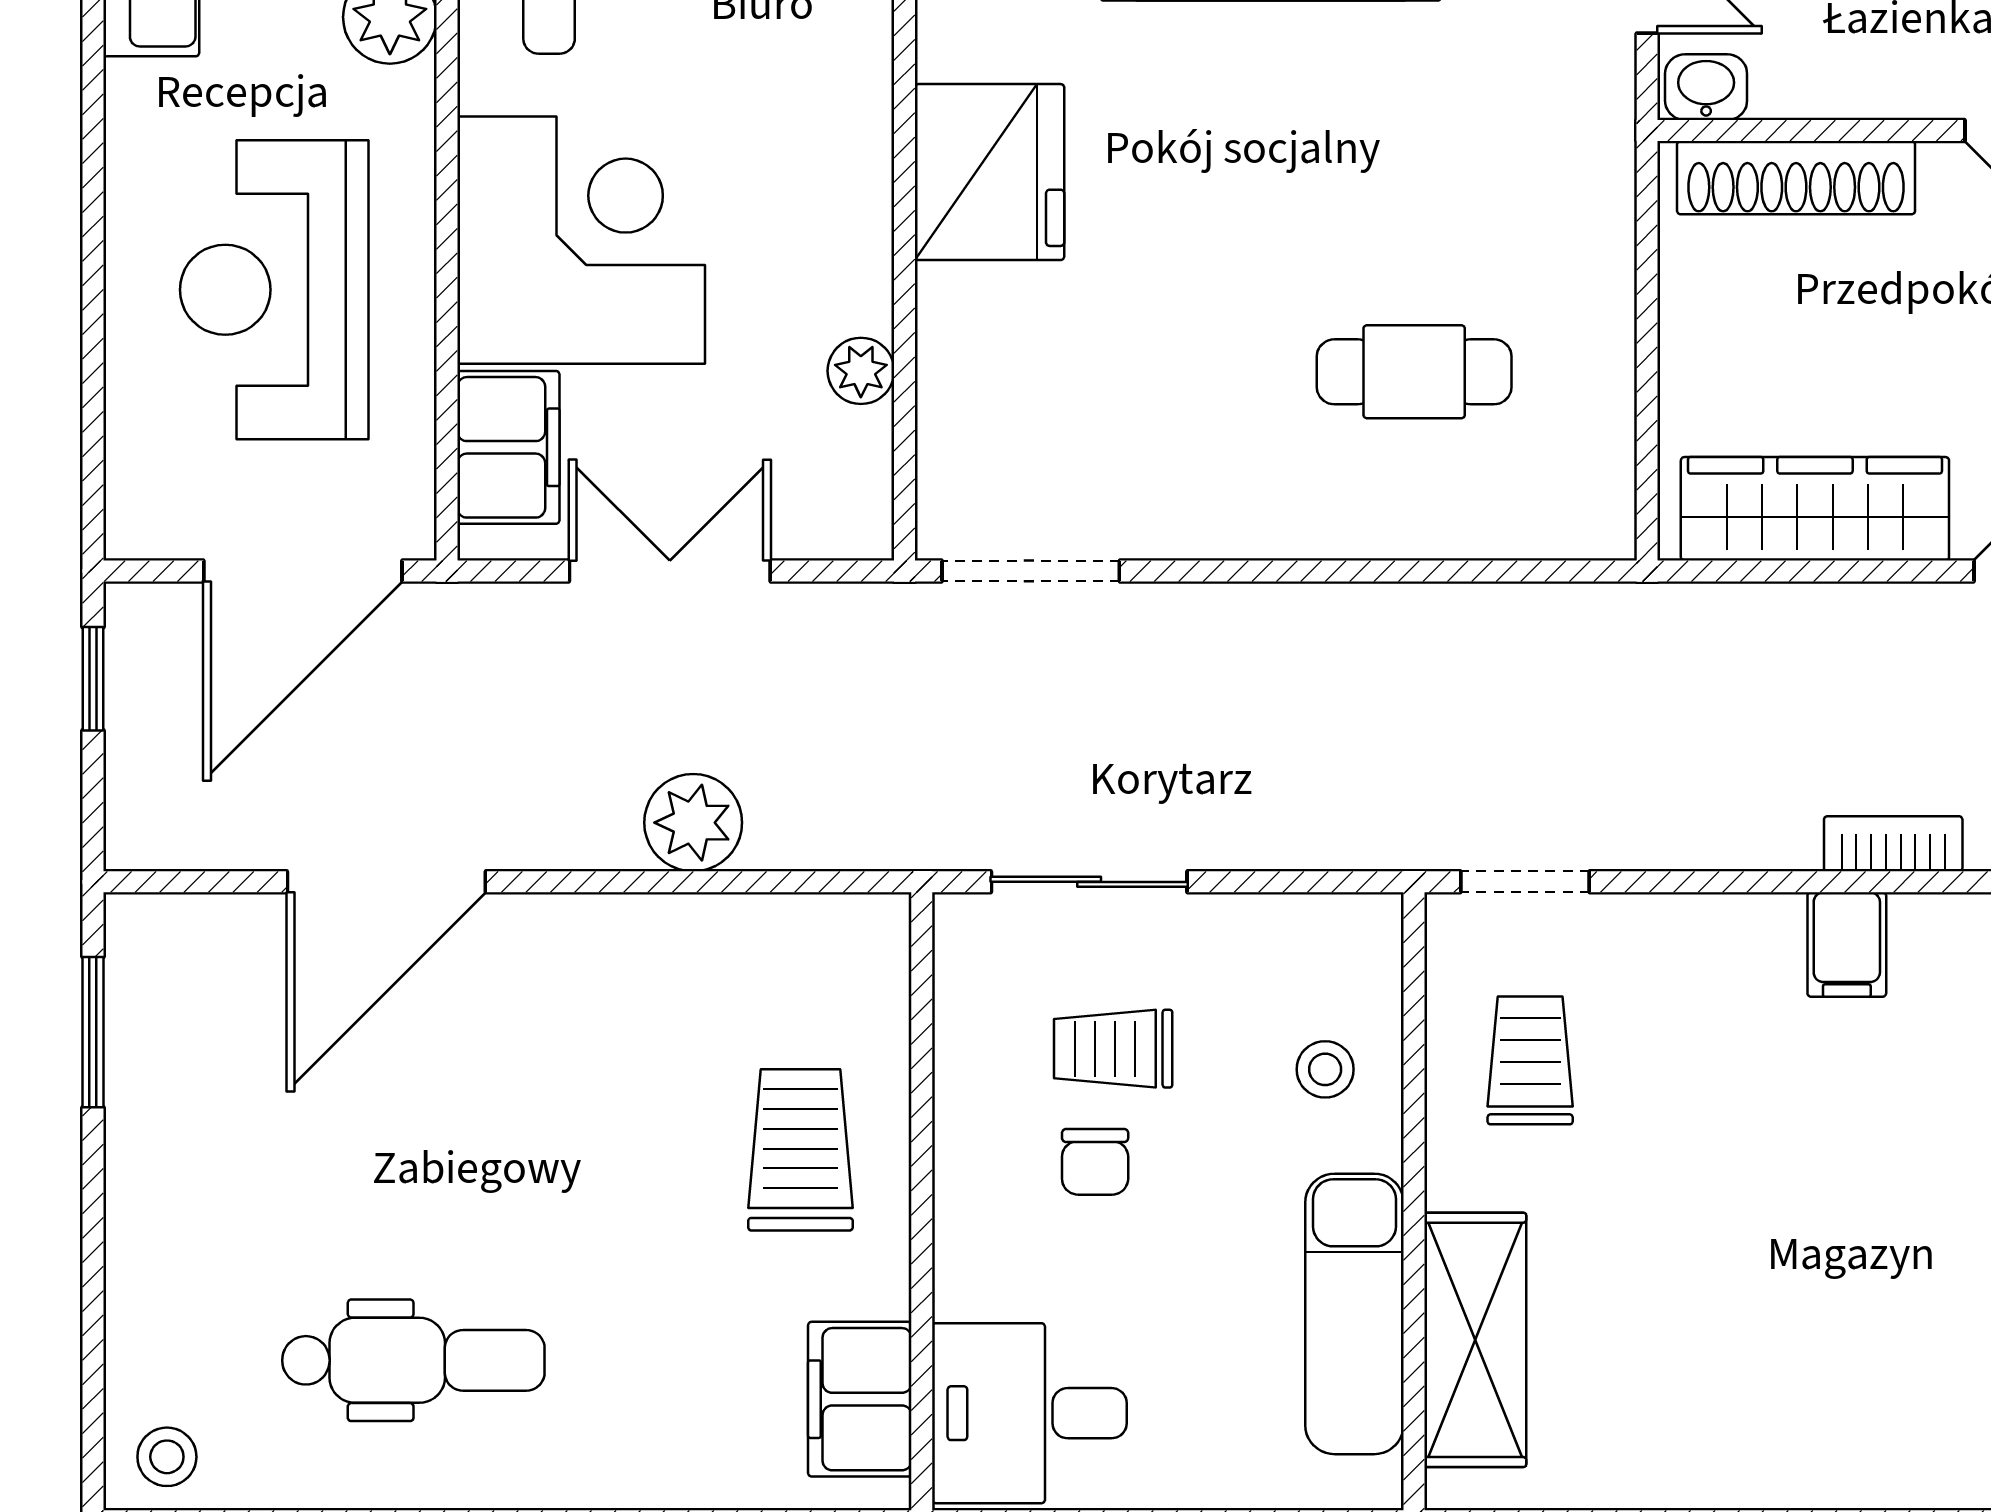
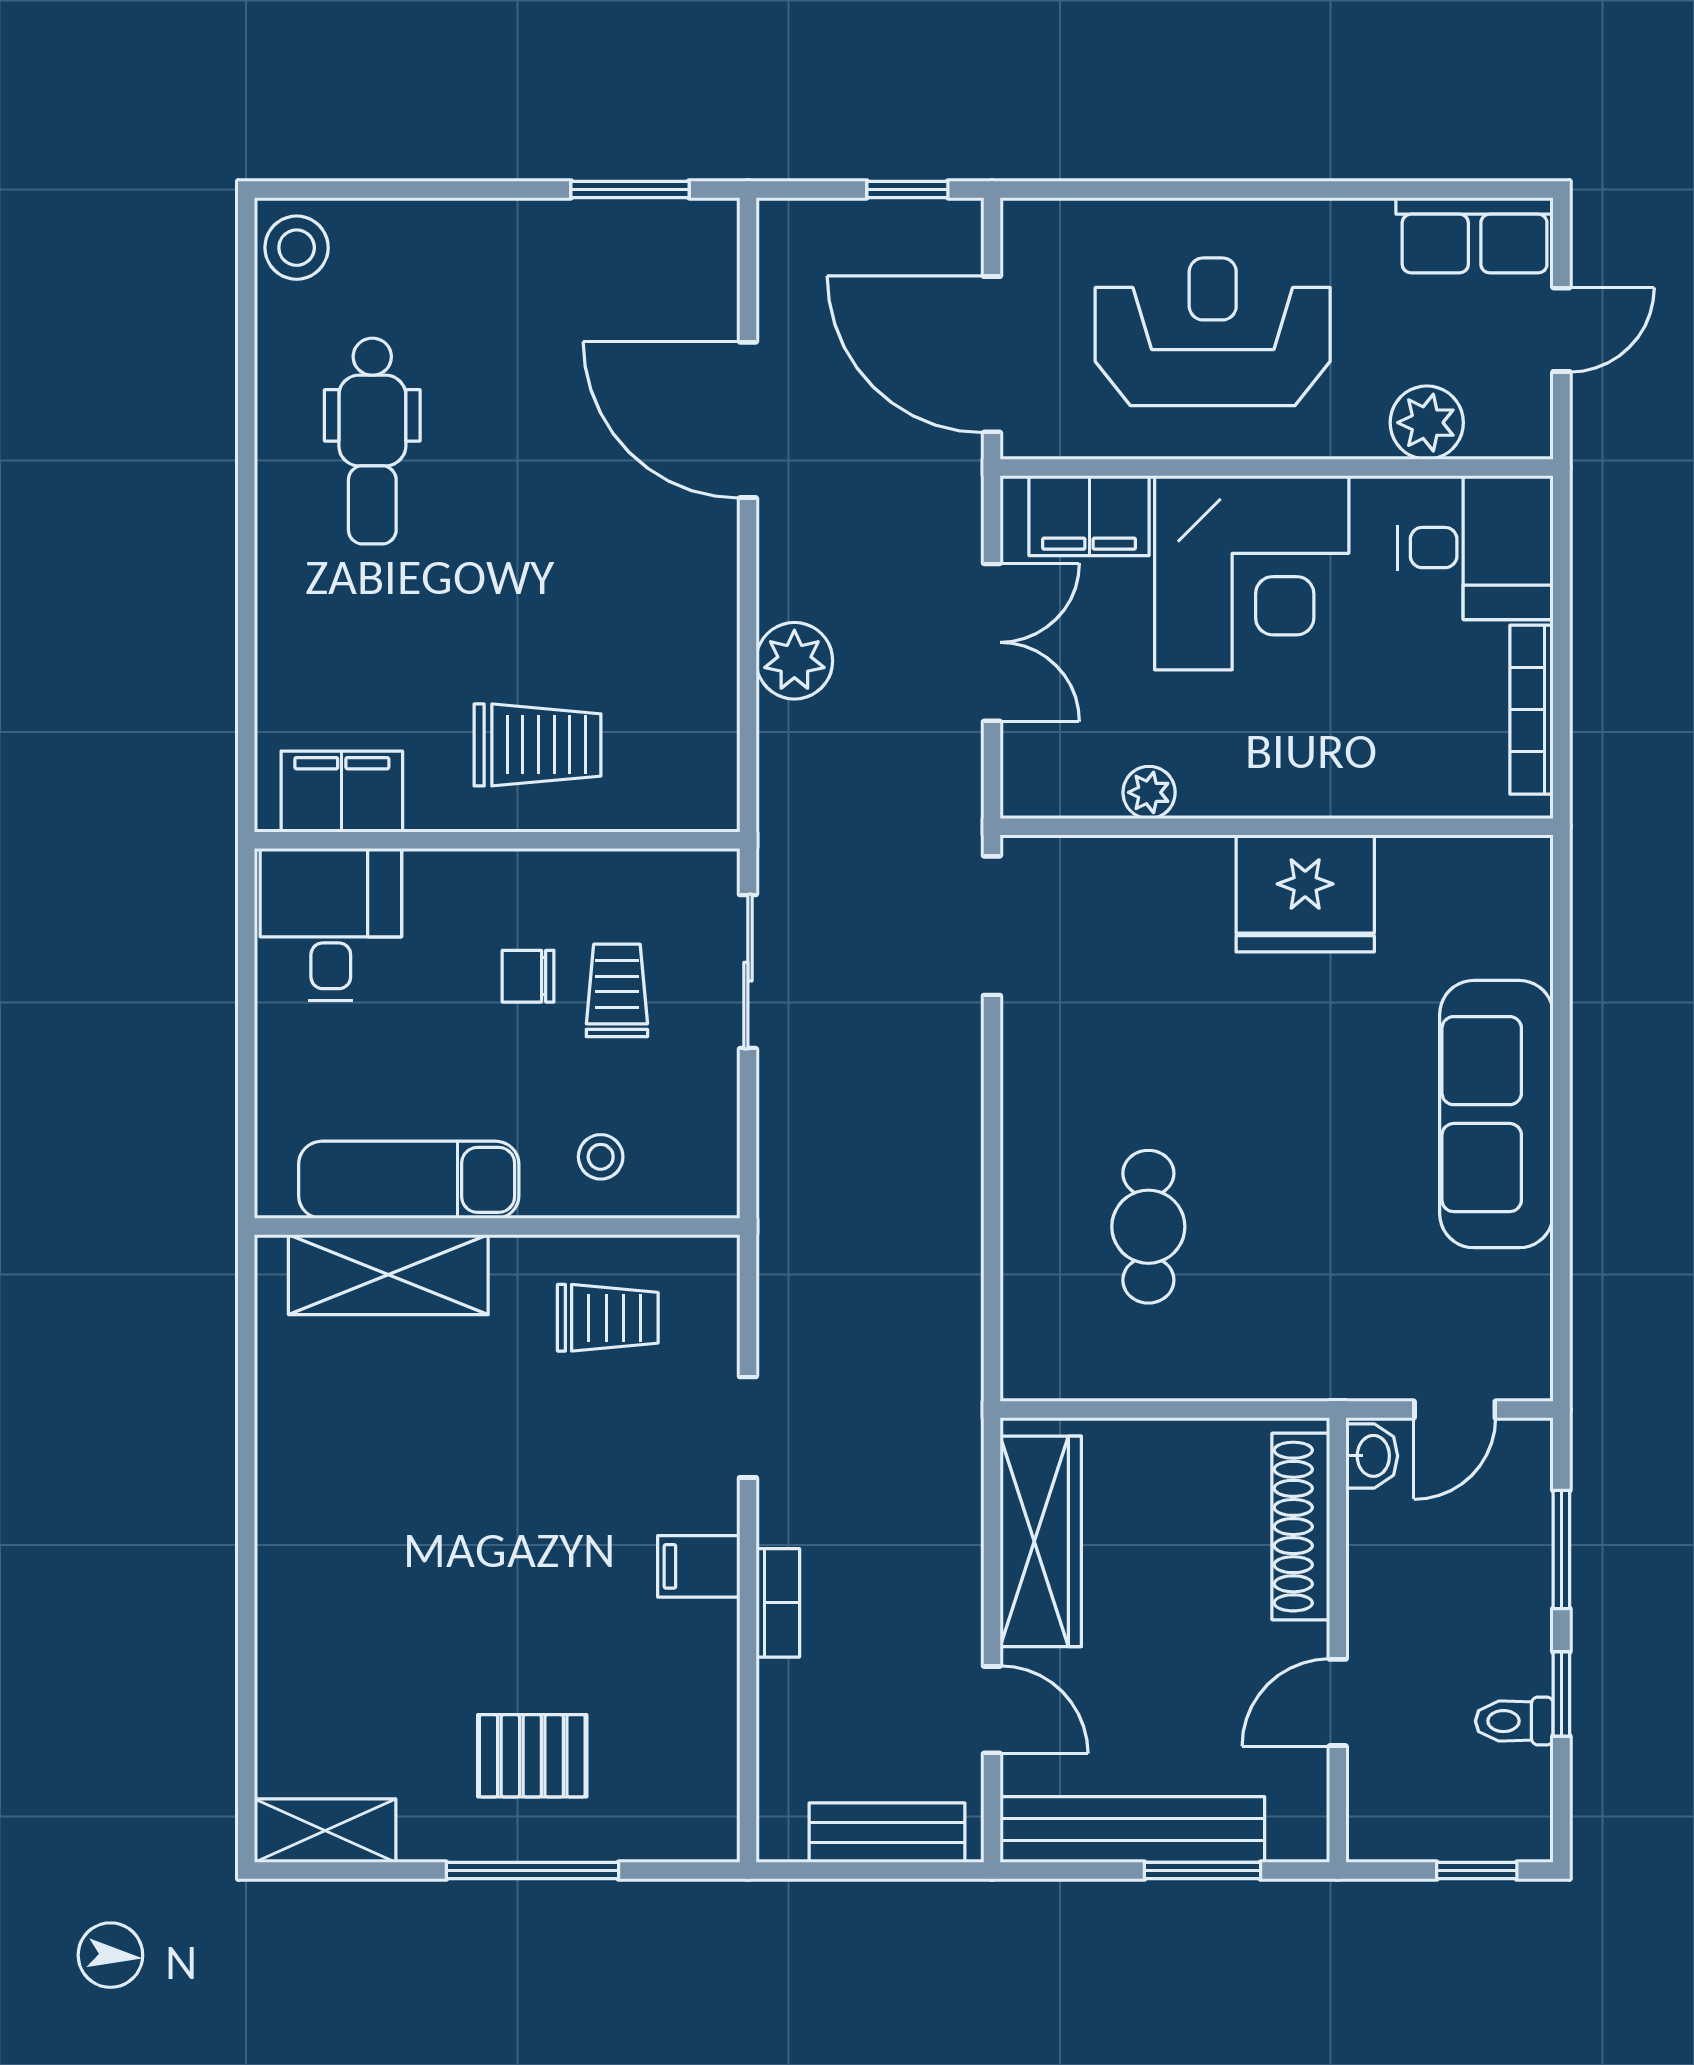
doorway: (1525, 882) -> (748, 1427), moved
stool: (167, 1457) -> (297, 248), width x1.37, depth x1.37

